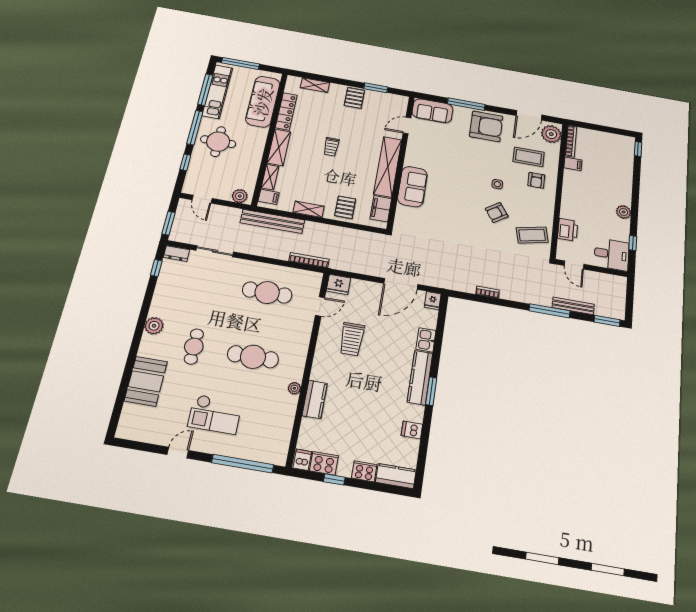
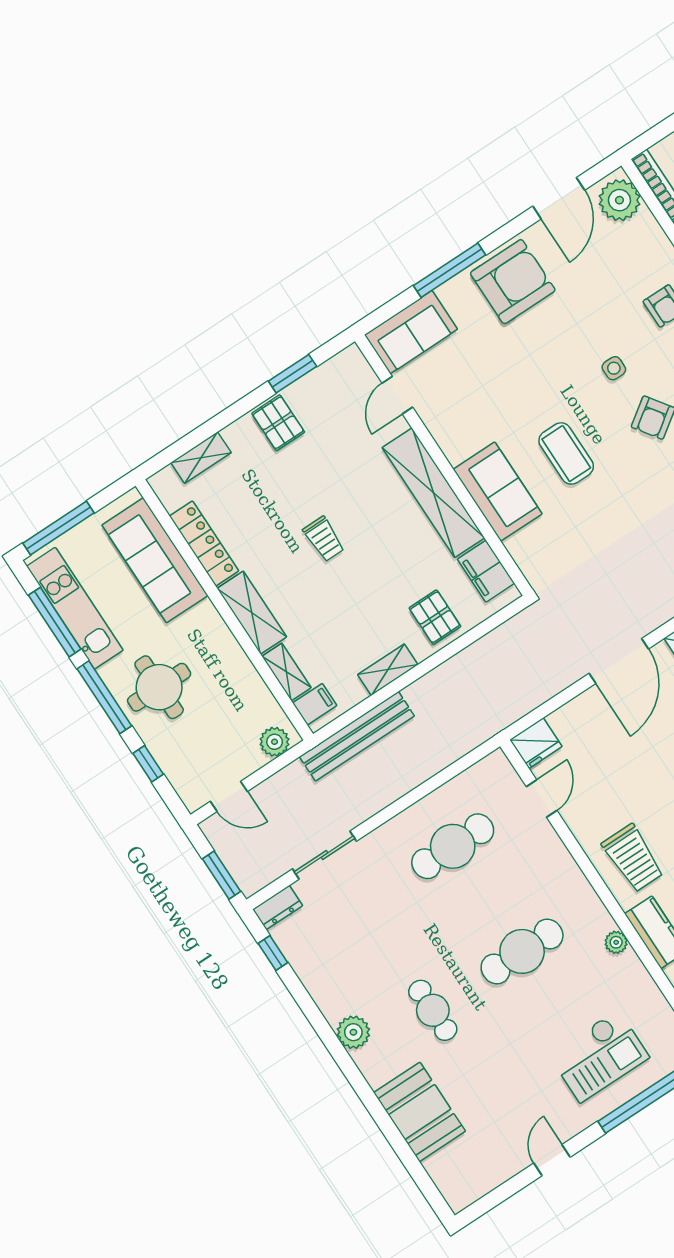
coffee table: (529, 157) -> (566, 453), moved, turned 90
bookcase: (309, 260) -> (463, 746), removed
trolley: (352, 339) -> (633, 858), moved
checkout: (215, 414) -> (599, 1056), moved

